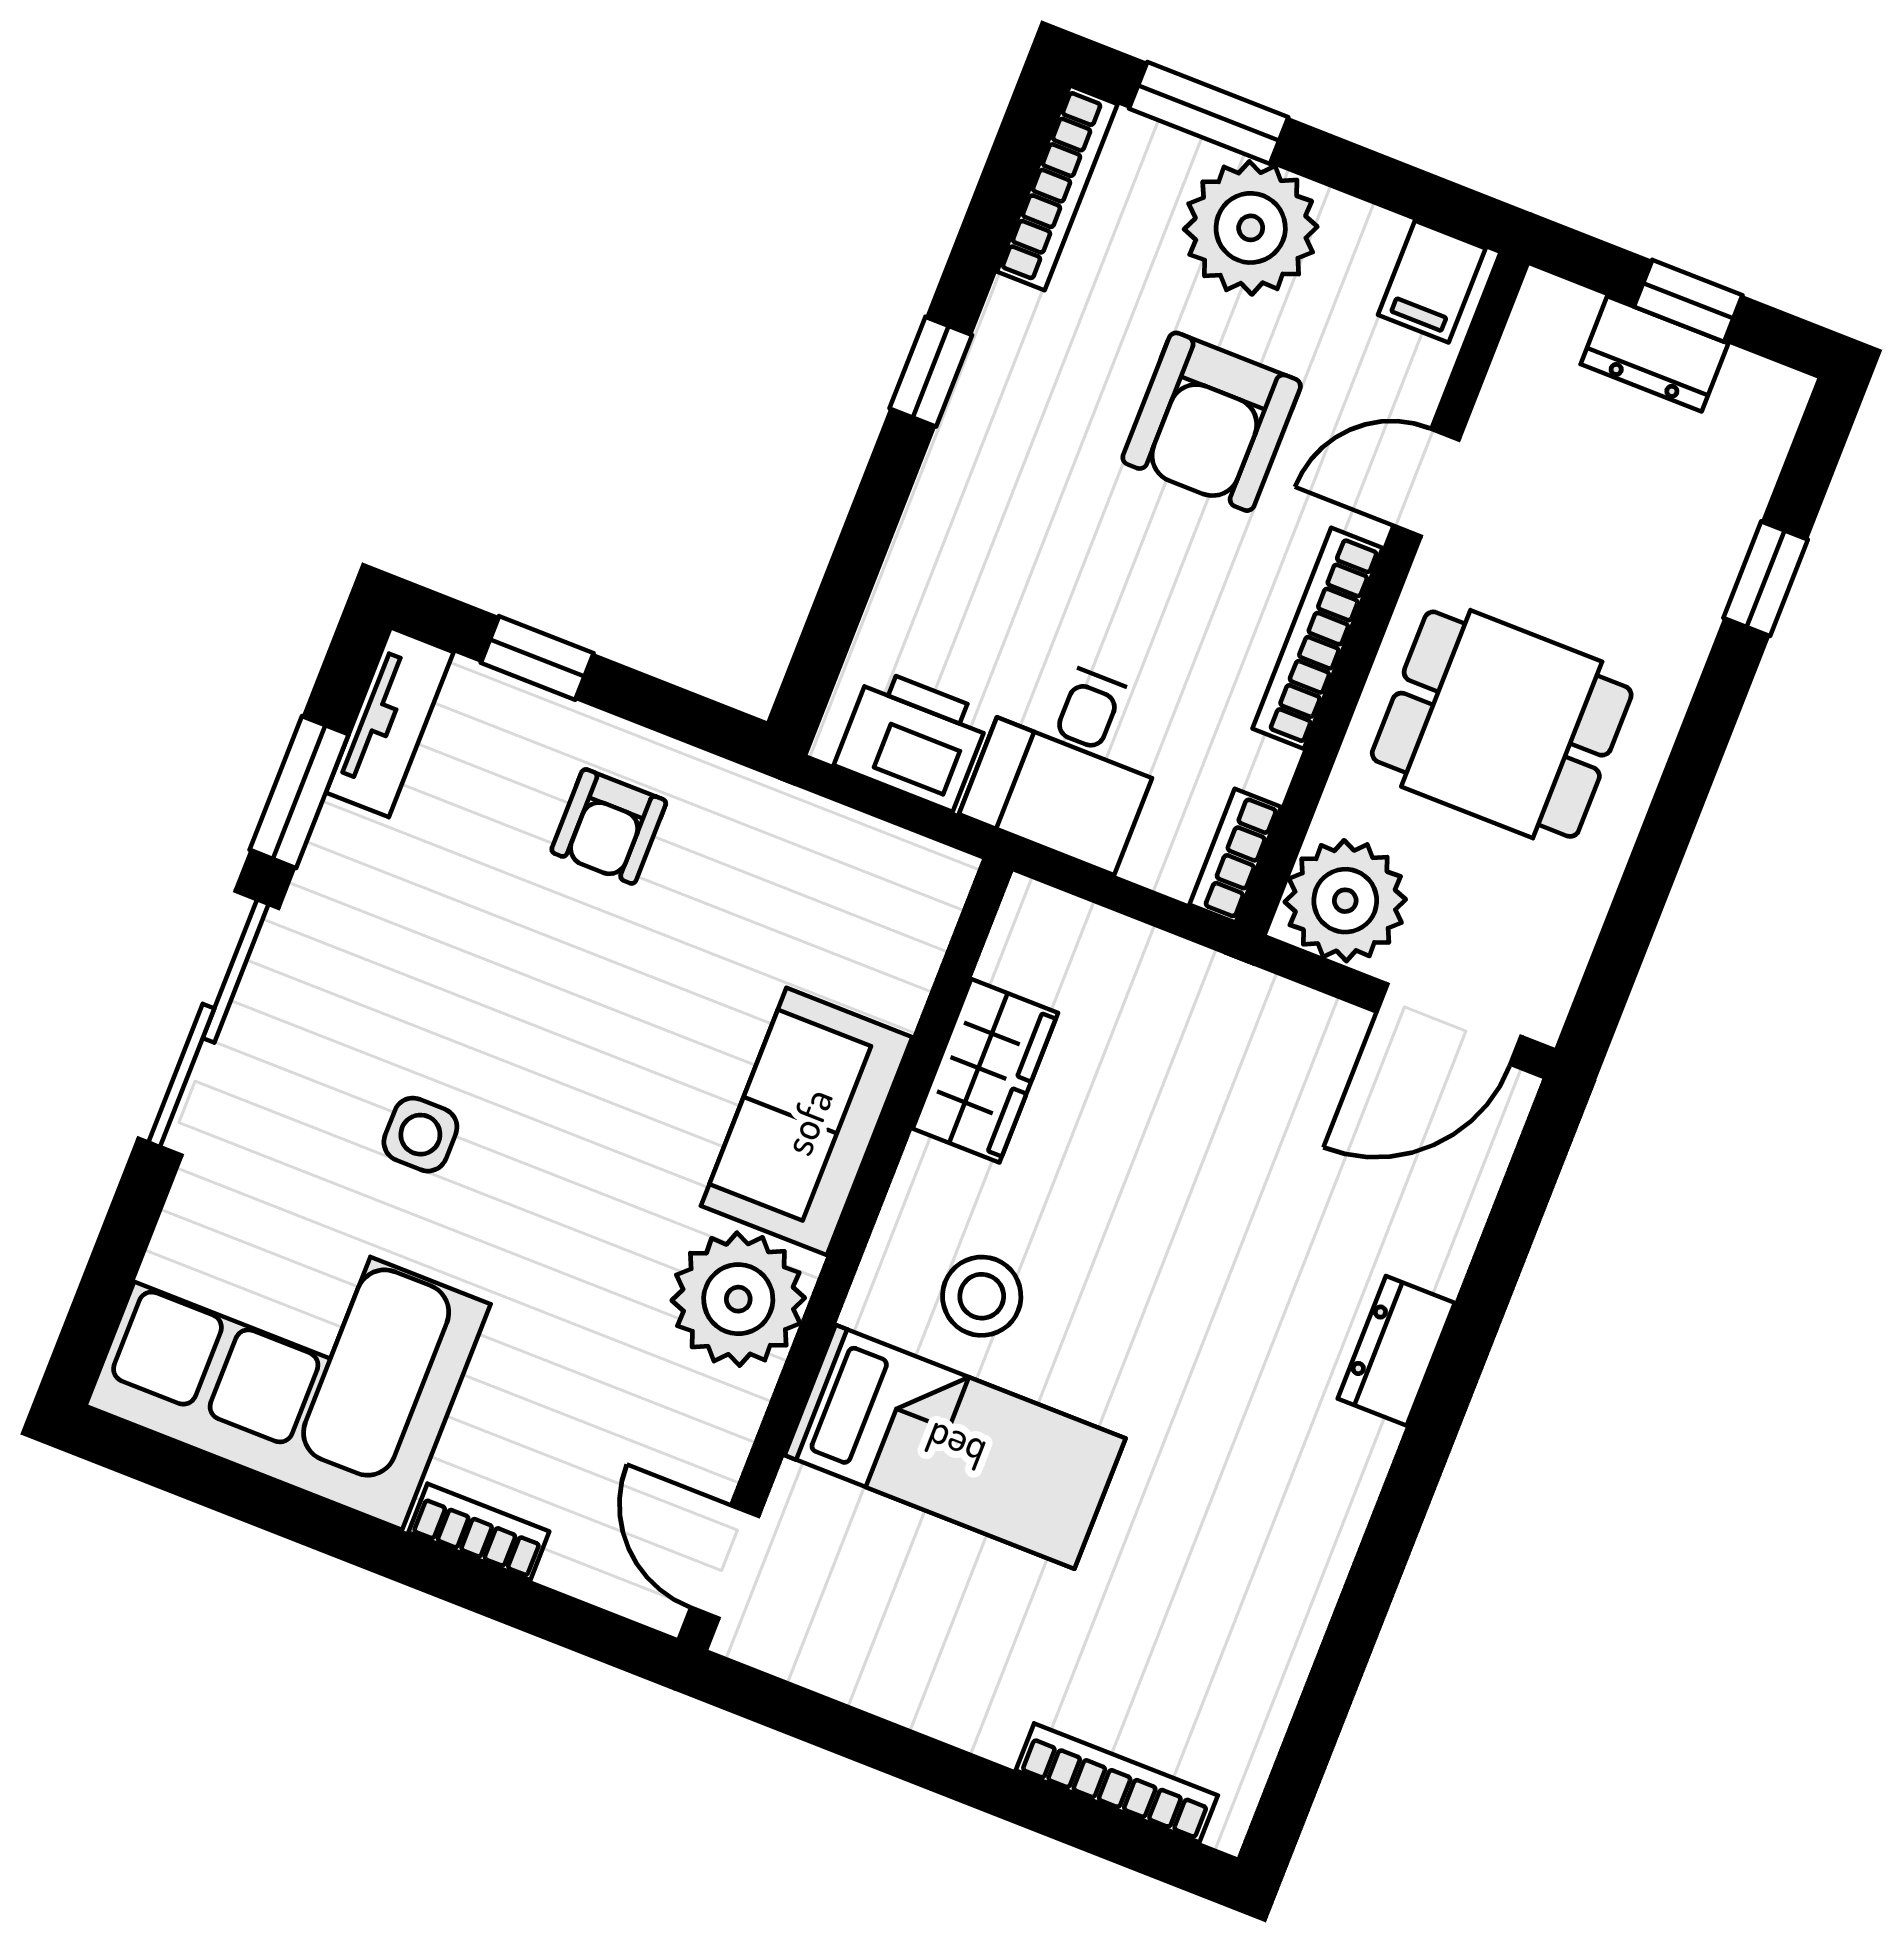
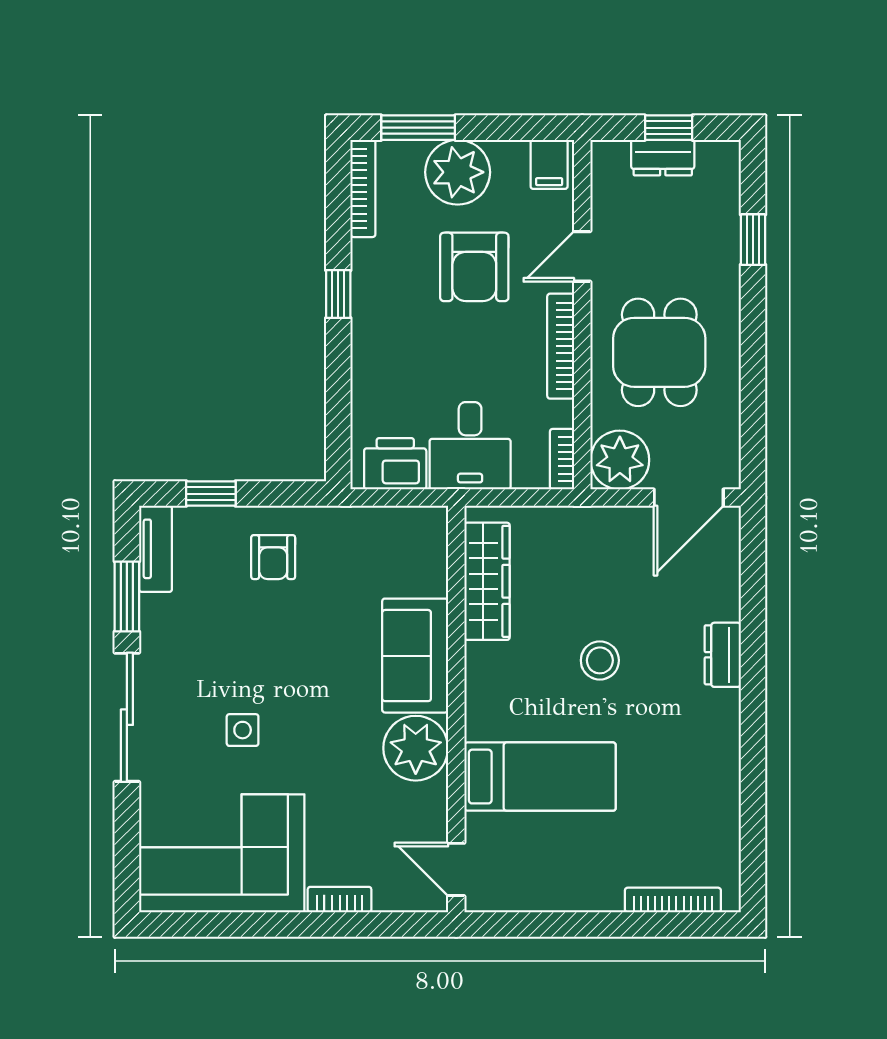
dining table: (1502, 724) -> (659, 352), turned 90
wardrobe: (985, 1071) -> (487, 581), width x1.50
stool: (982, 1296) -> (600, 660), moved

